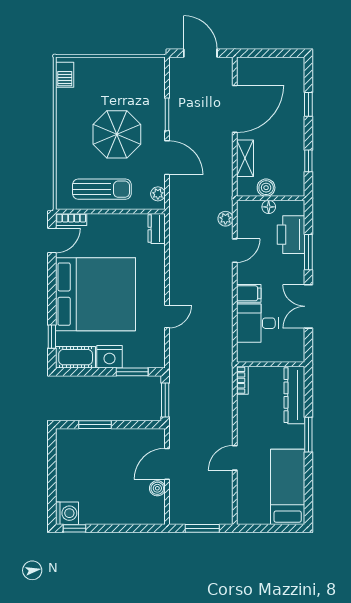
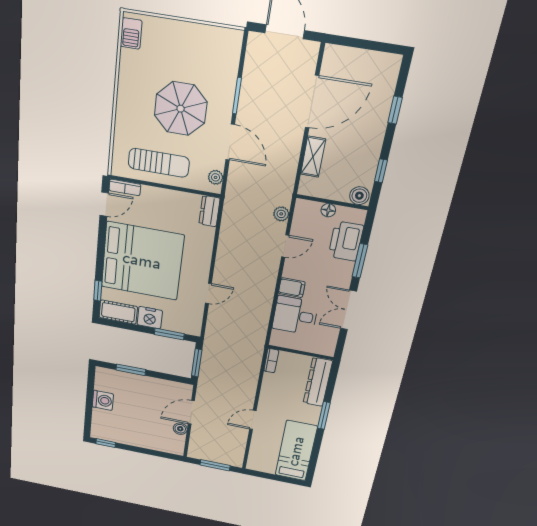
boiler: (266, 188) -> (359, 196), moved
washing machine: (67, 513) -> (103, 400), moved

